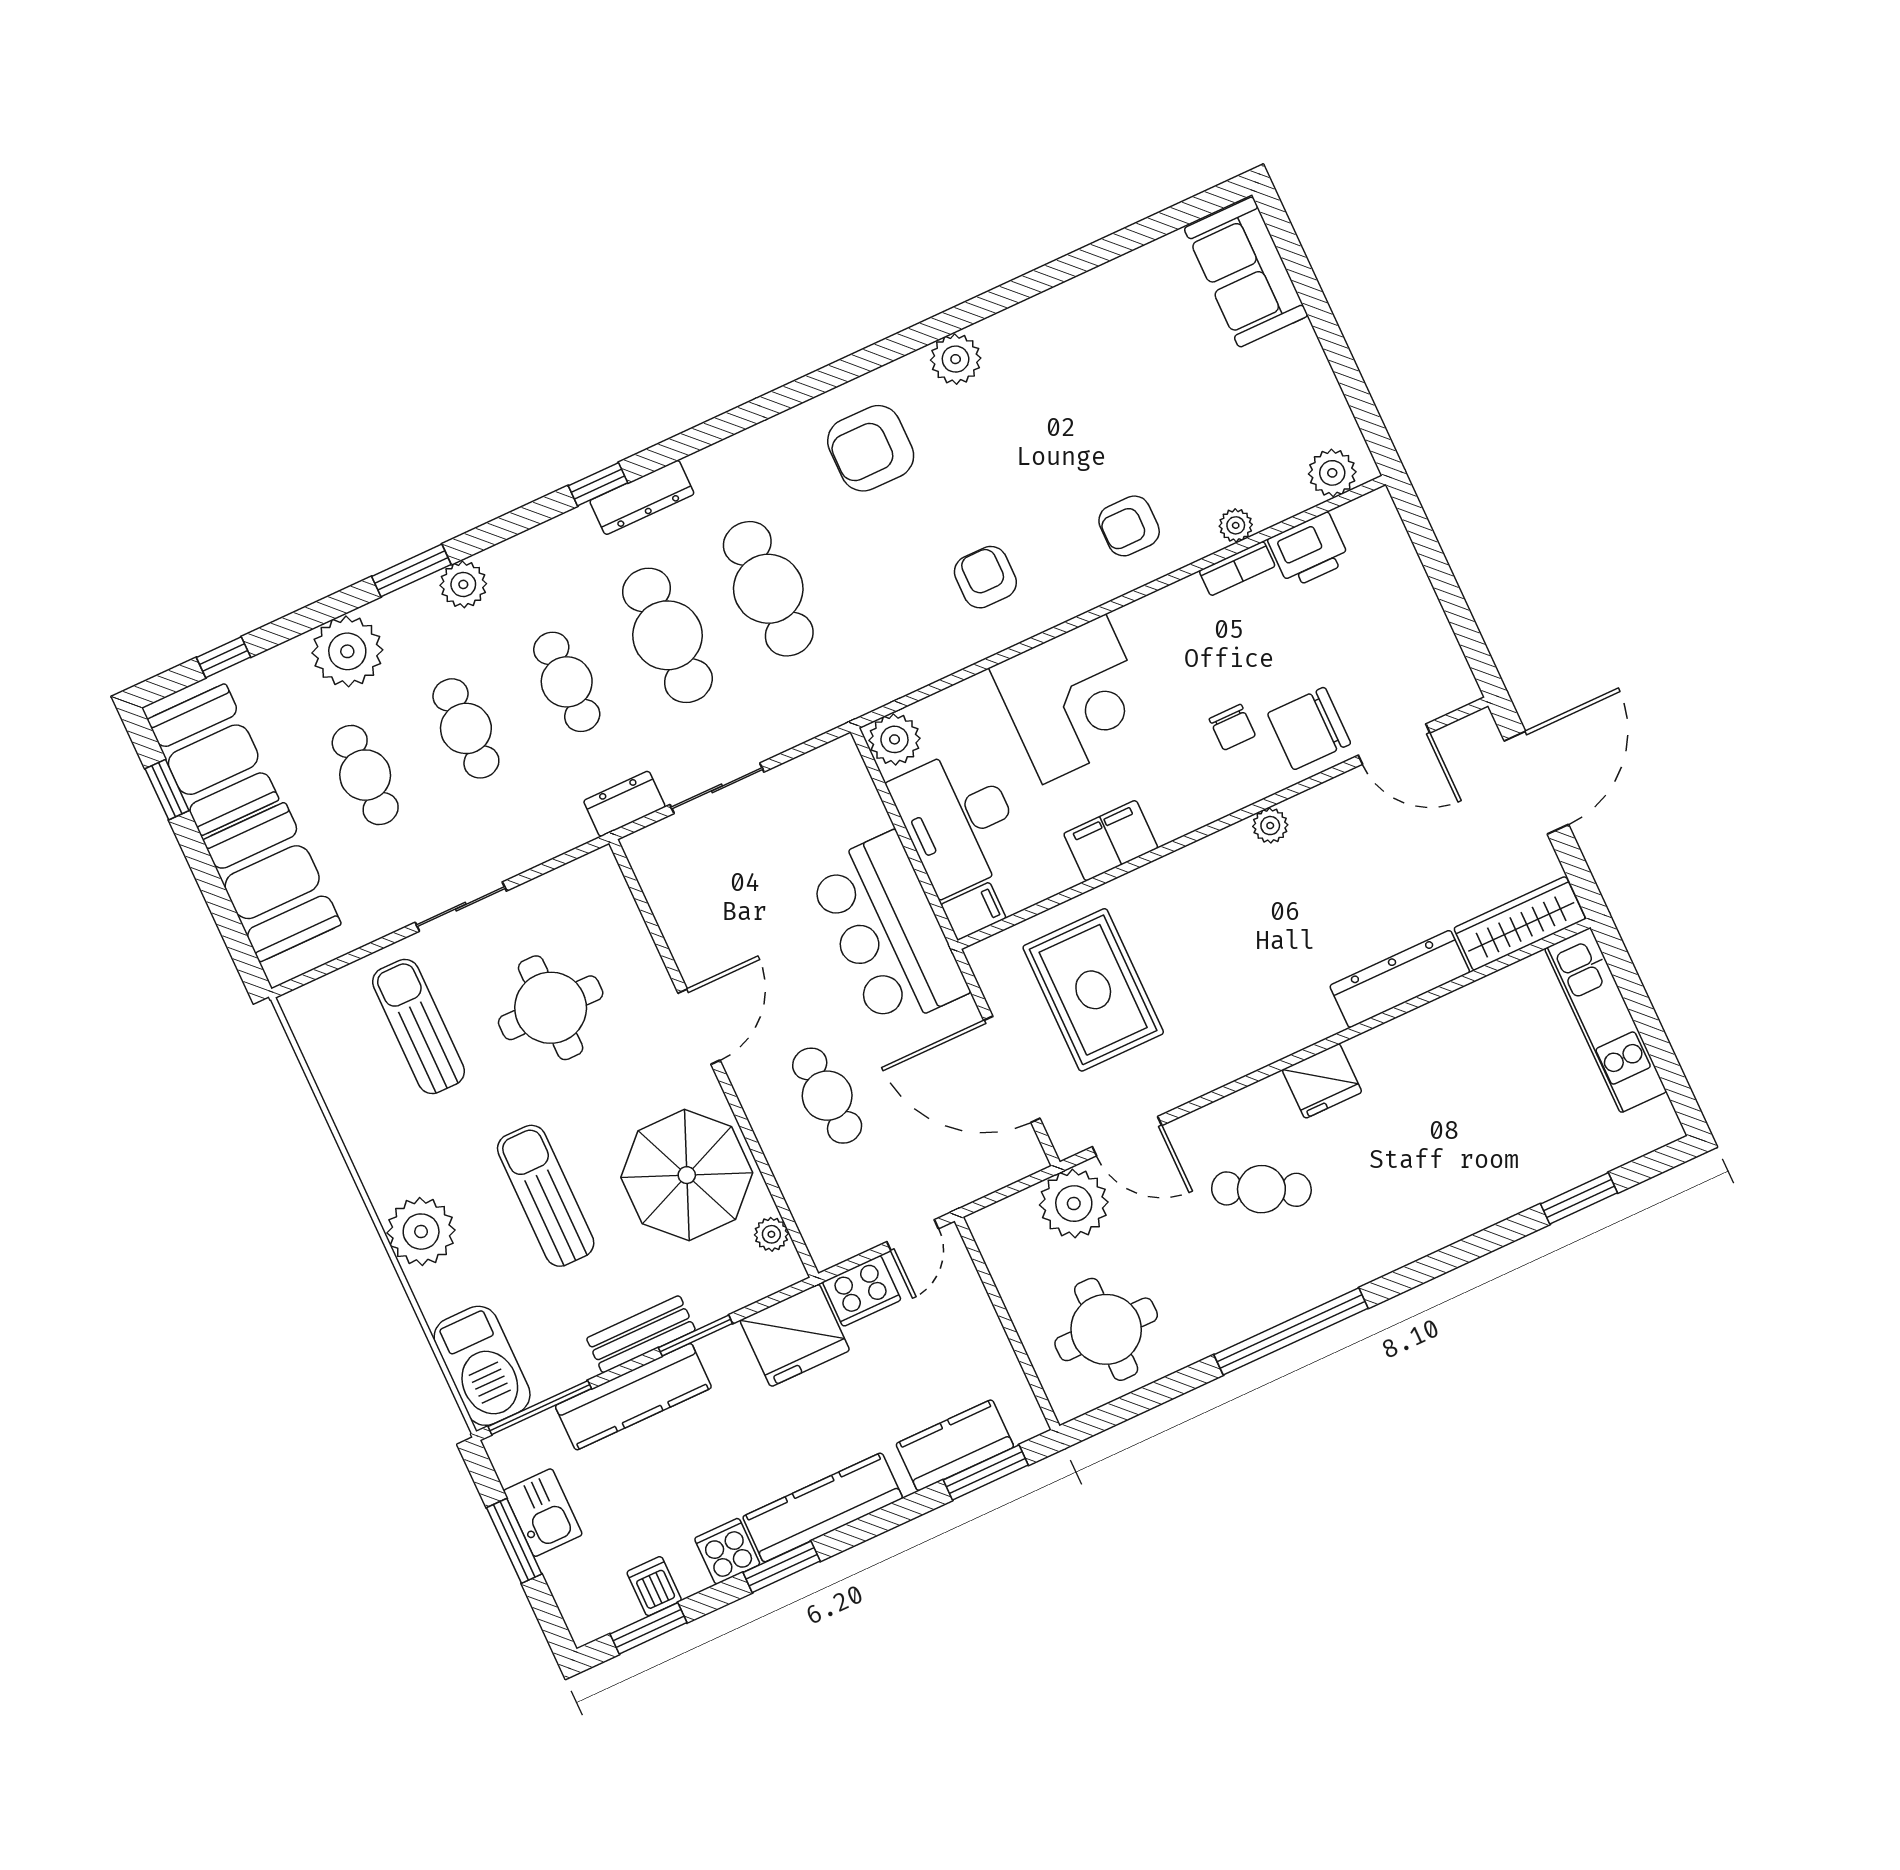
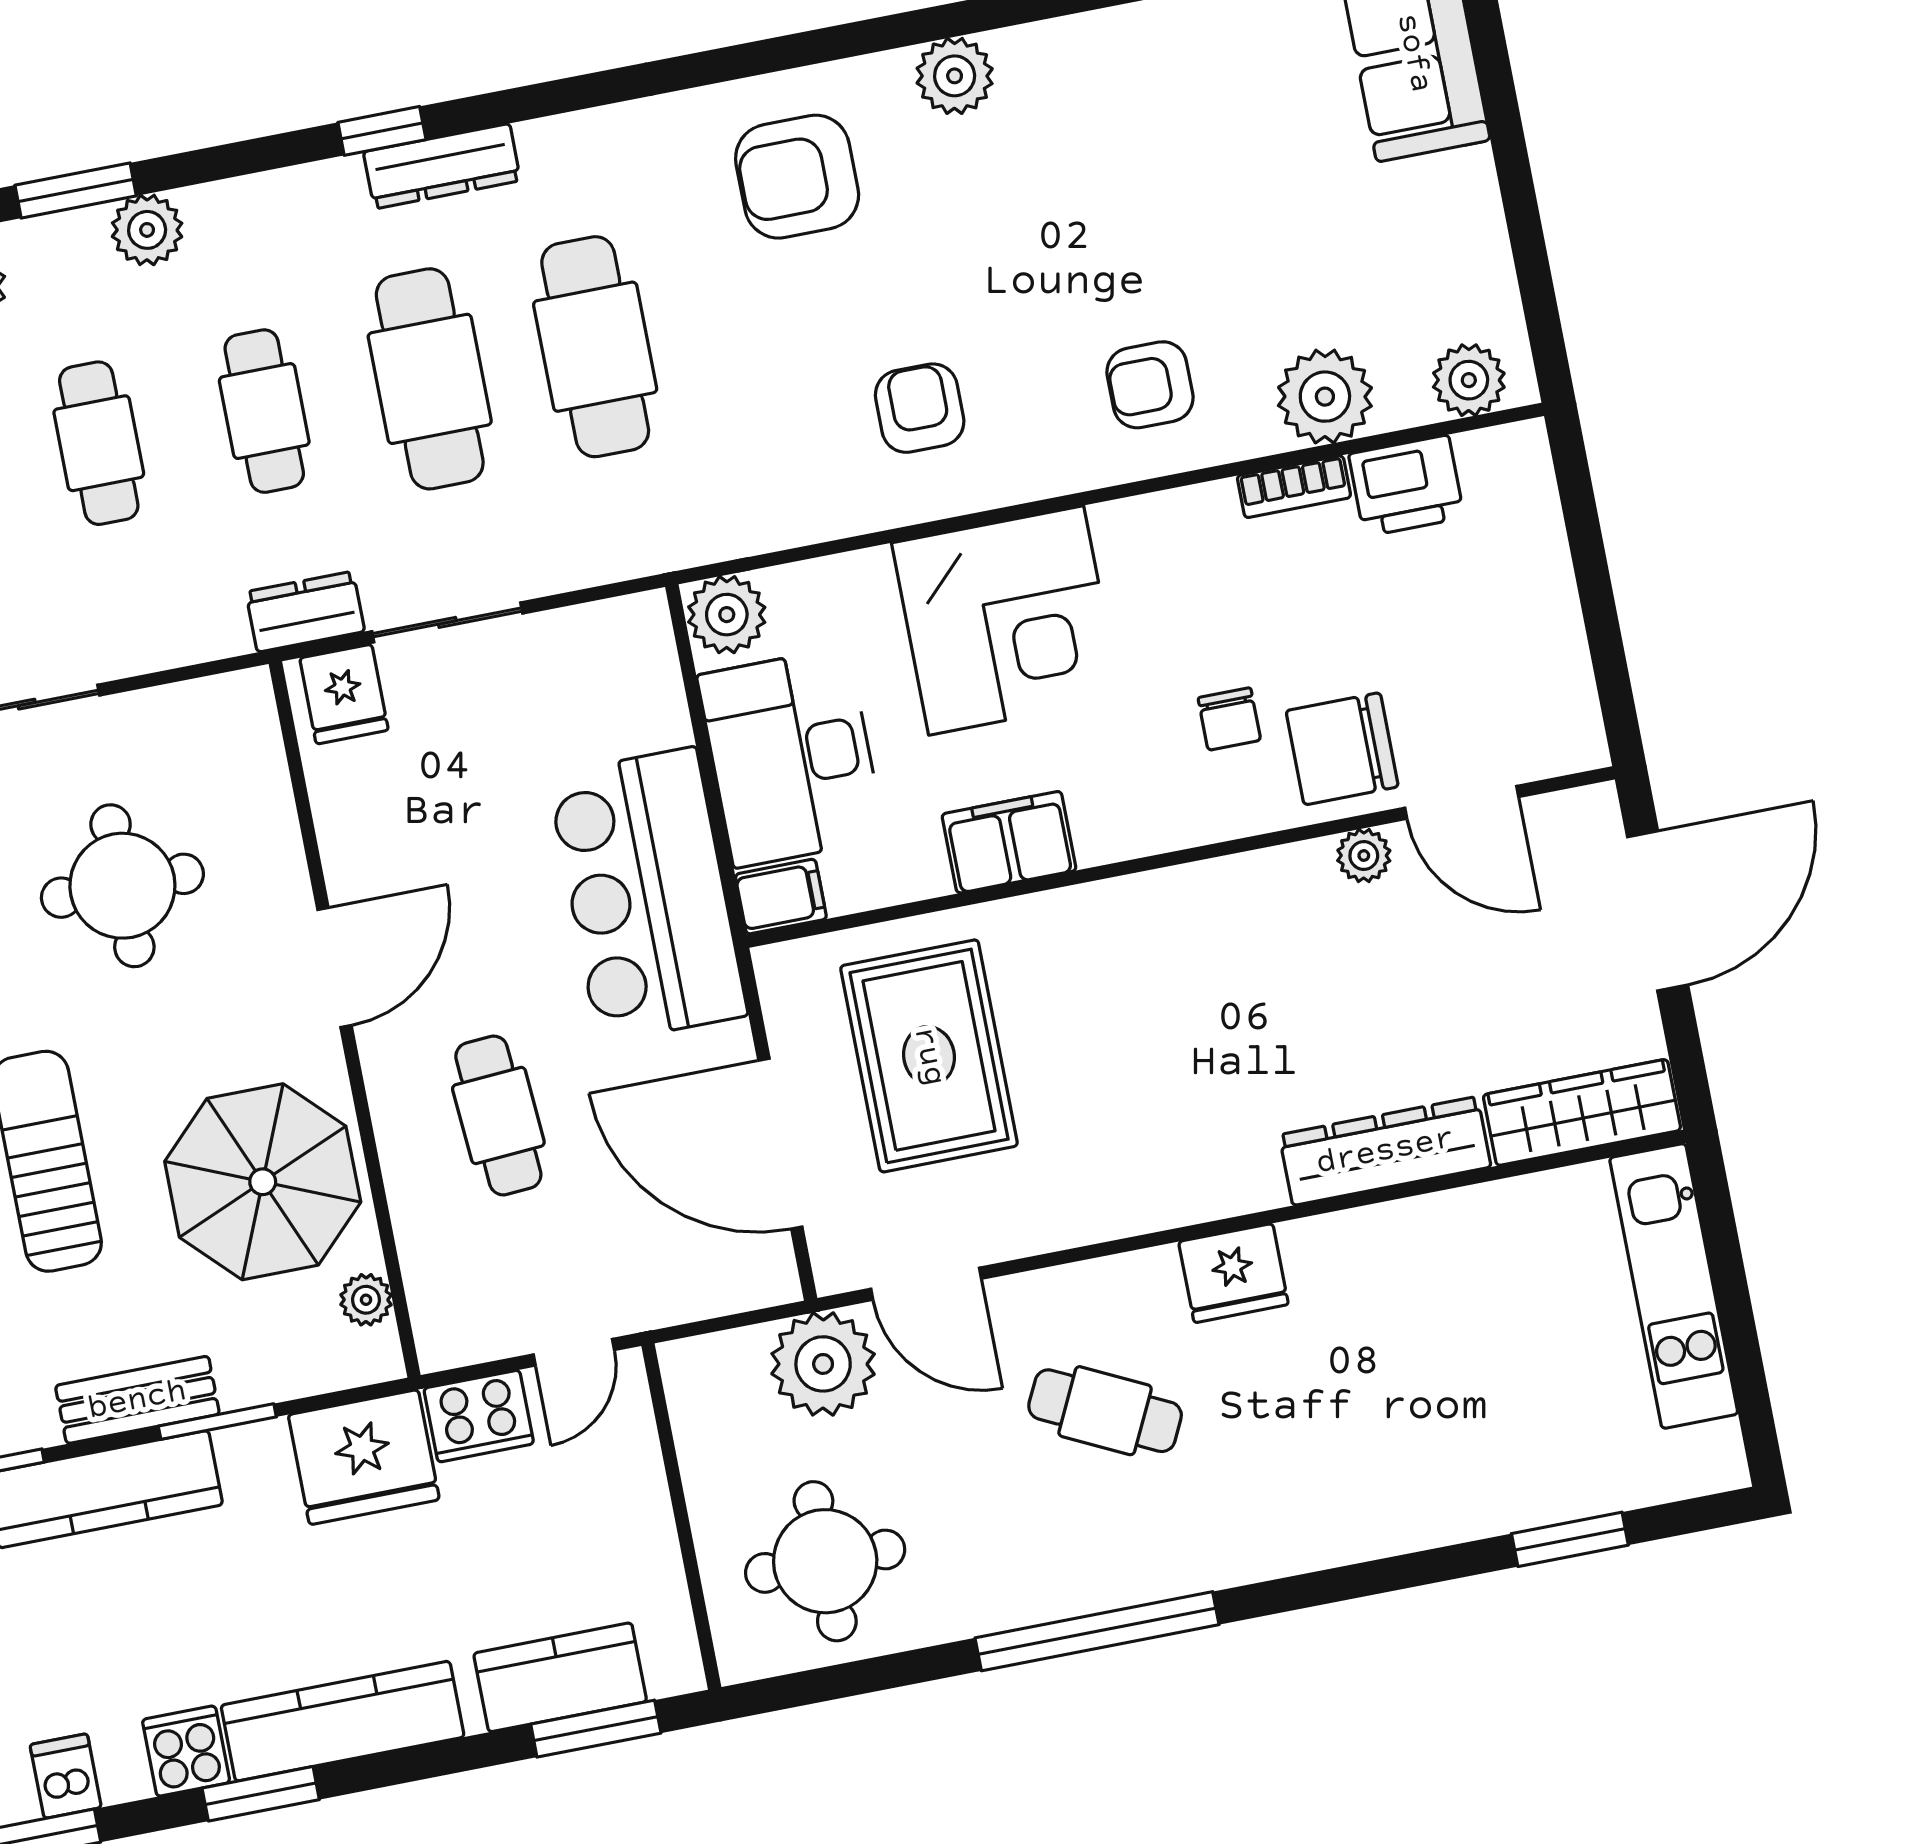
plant: (1236, 525) -> (1325, 397), width x1.88, depth x1.88
plant: (1270, 826) -> (1364, 856), moved
fridge: (662, 850) -> (344, 694), added

